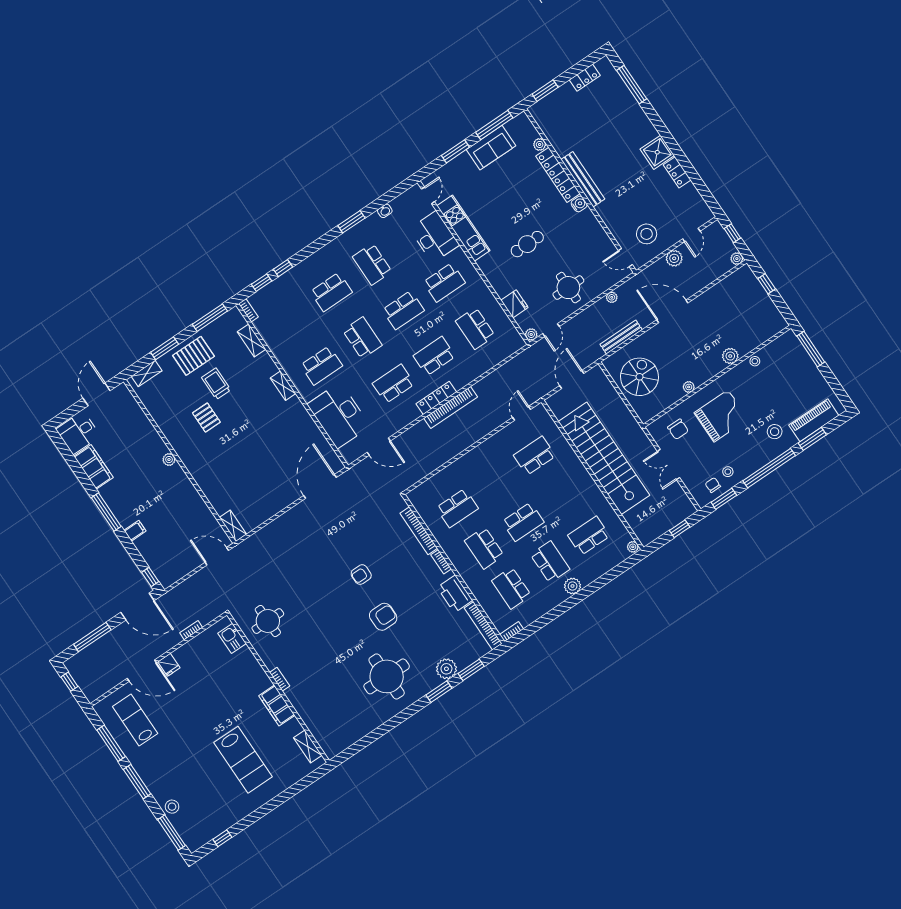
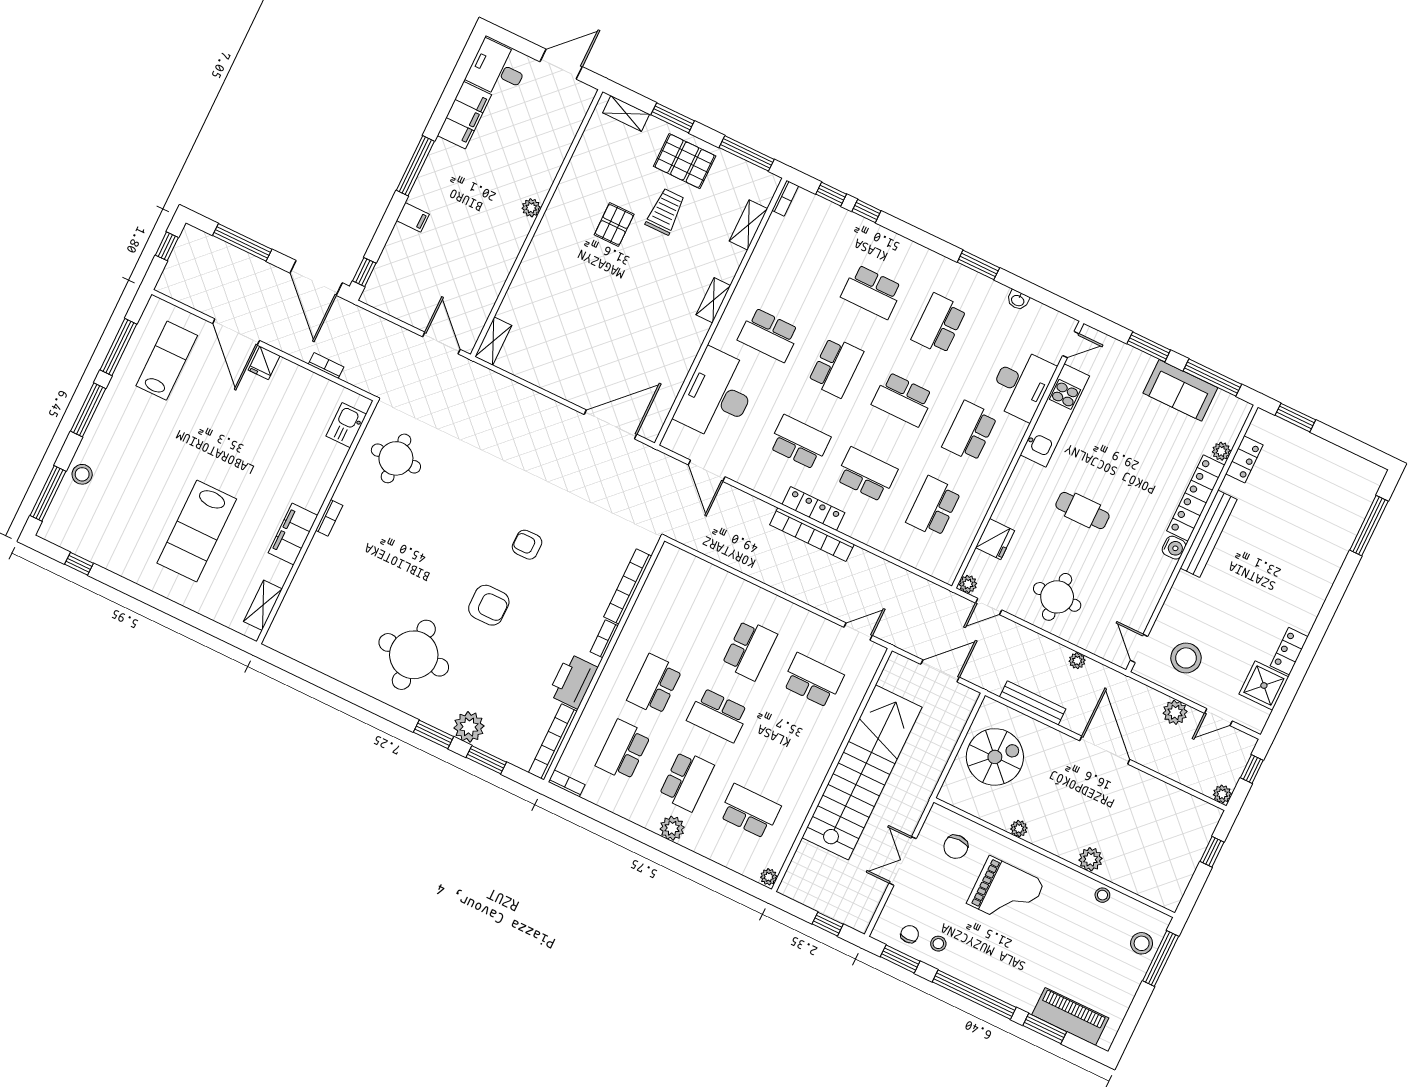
locker: (585, 78) -> (1244, 459), moved, turned -90
shower: (657, 152) -> (1264, 685), moved
school desk: (444, 282) -> (970, 432), turned 90
stool: (775, 432) -> (1142, 943), moved
school desk: (457, 508) -> (750, 650), moved, turned -90

